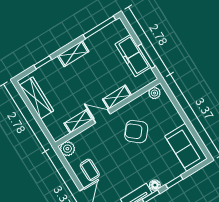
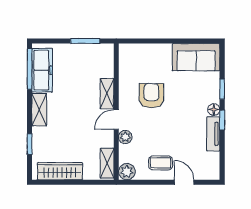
freezer: (133, 56) -> (42, 70), moved, turned -90
plant: (154, 93) -> (125, 137), moved
shelving: (78, 121) -> (107, 163), moved
armchair: (136, 132) -> (151, 96), turned 140

